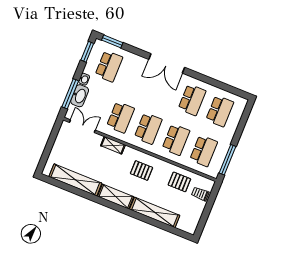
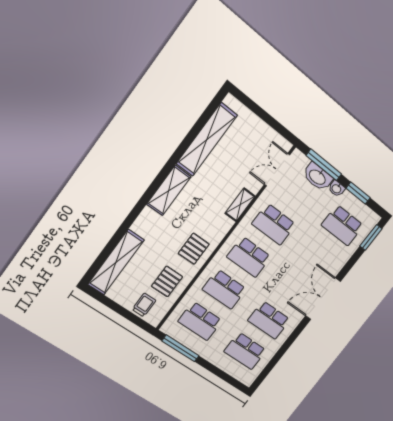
window: (87, 52) -> (358, 193), moved
double door: (82, 126) -> (277, 170), swing flipped
pallet: (142, 171) -> (194, 249), moved
shelving: (155, 212) -> (116, 262), moved

